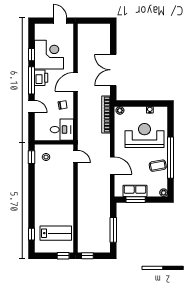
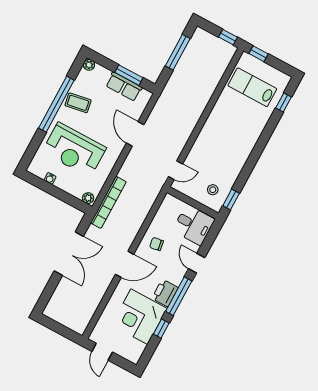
desk: (62, 130) -> (194, 225), moved, turned 180
door: (75, 157) -> (175, 170), swing flipped

